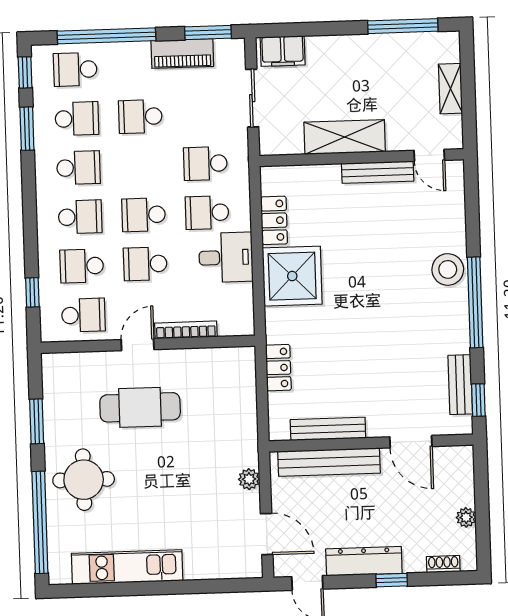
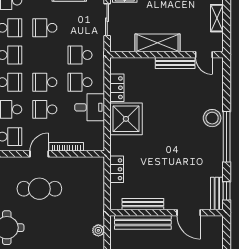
bench: (460, 385) -> (217, 193), moved

